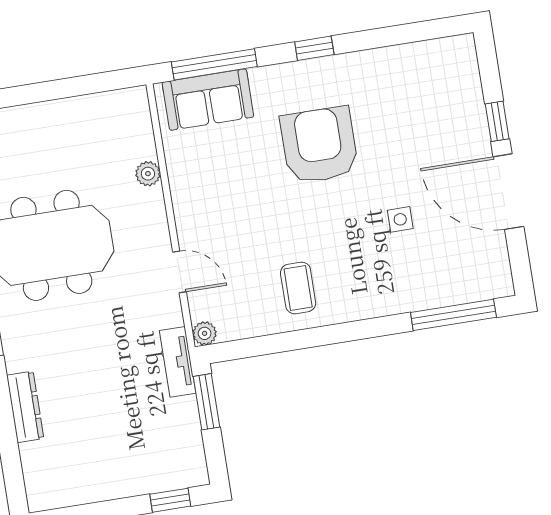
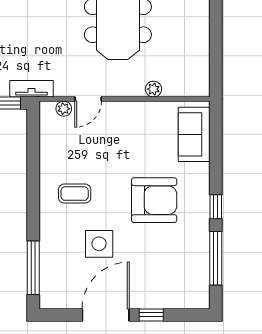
window: (214, 64) -> (216, 258), moved
side table: (400, 219) -> (99, 244), width x1.87, depth x1.87
coffee table: (298, 288) -> (75, 194), moved
plant: (205, 333) -> (64, 109), moved

